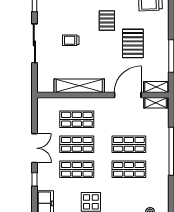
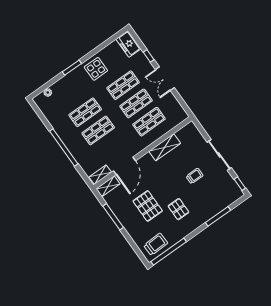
shelving: (79, 86) -> (165, 147), width x0.68

